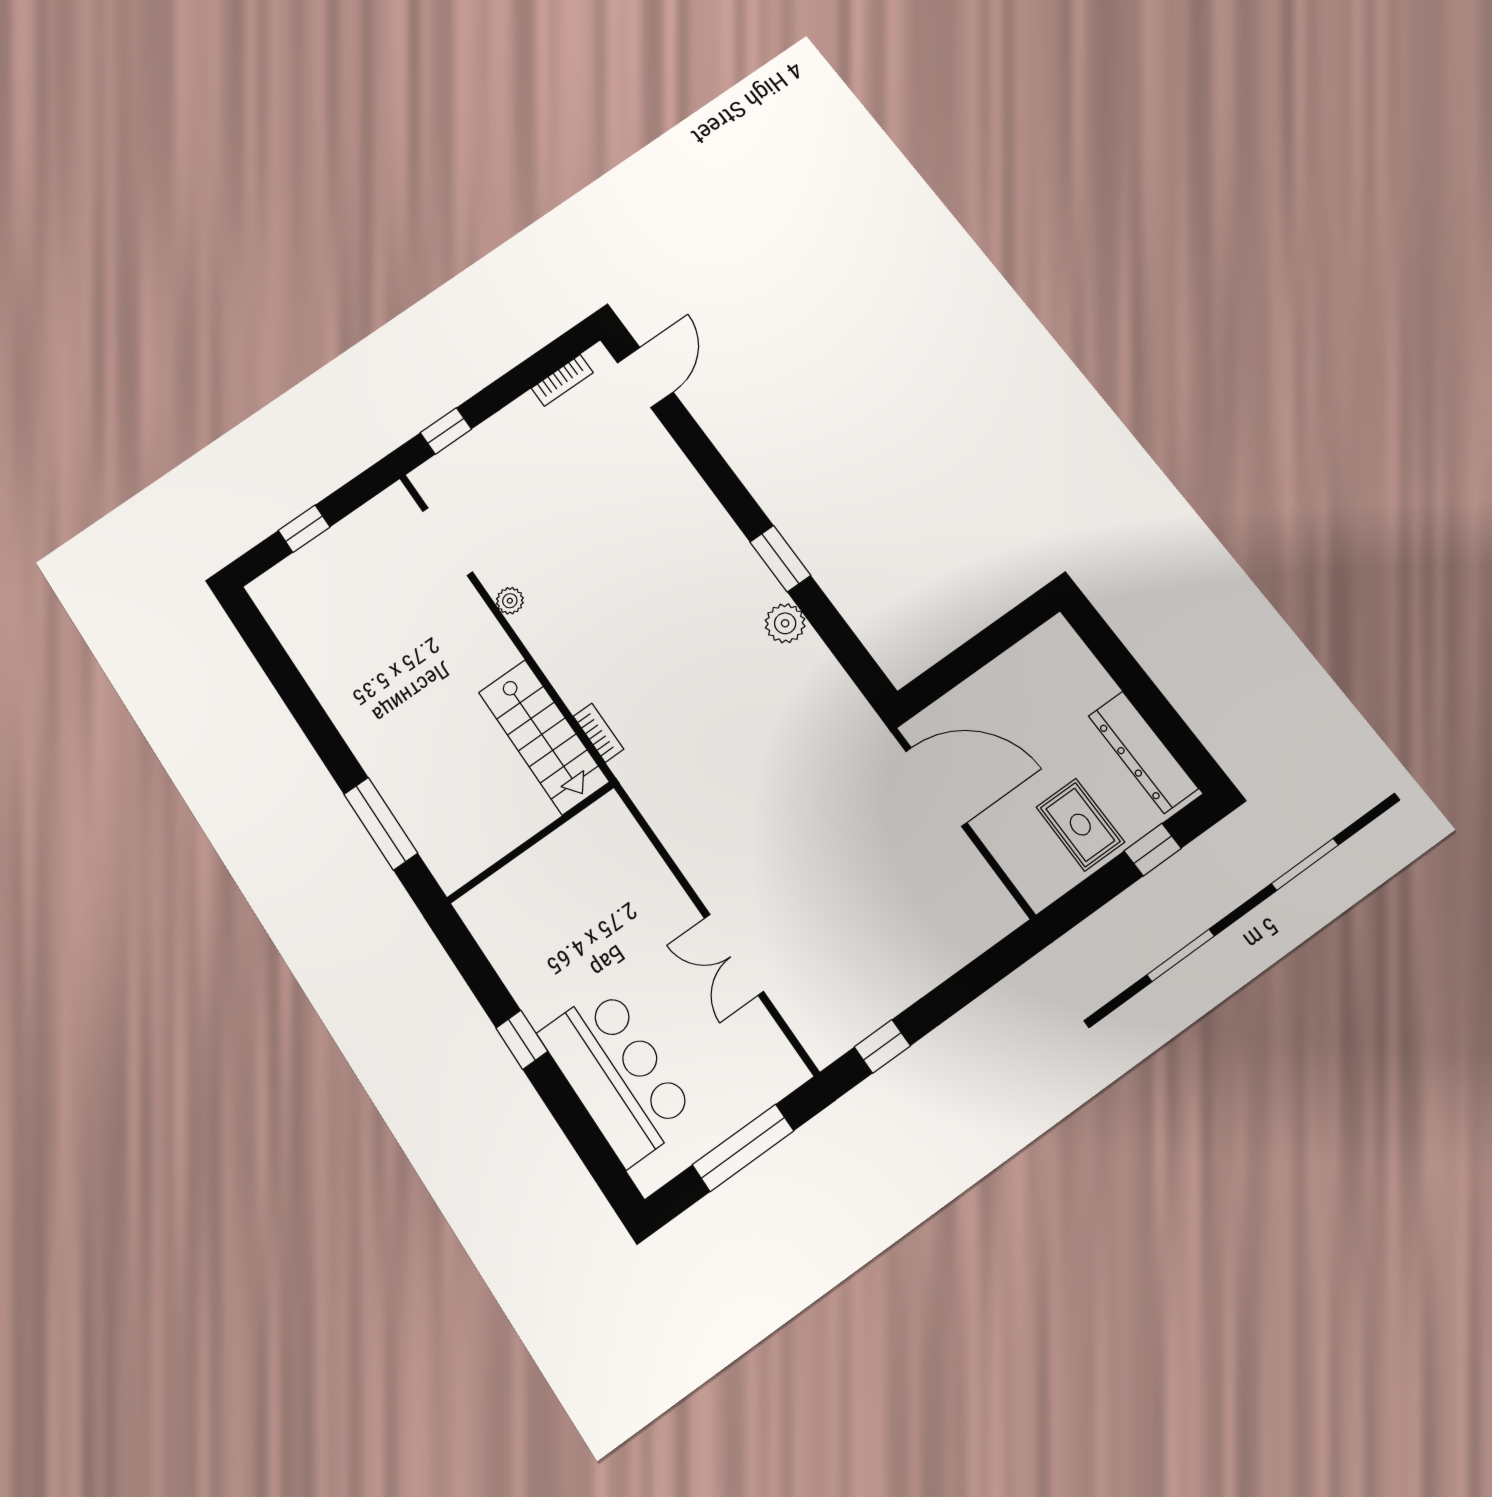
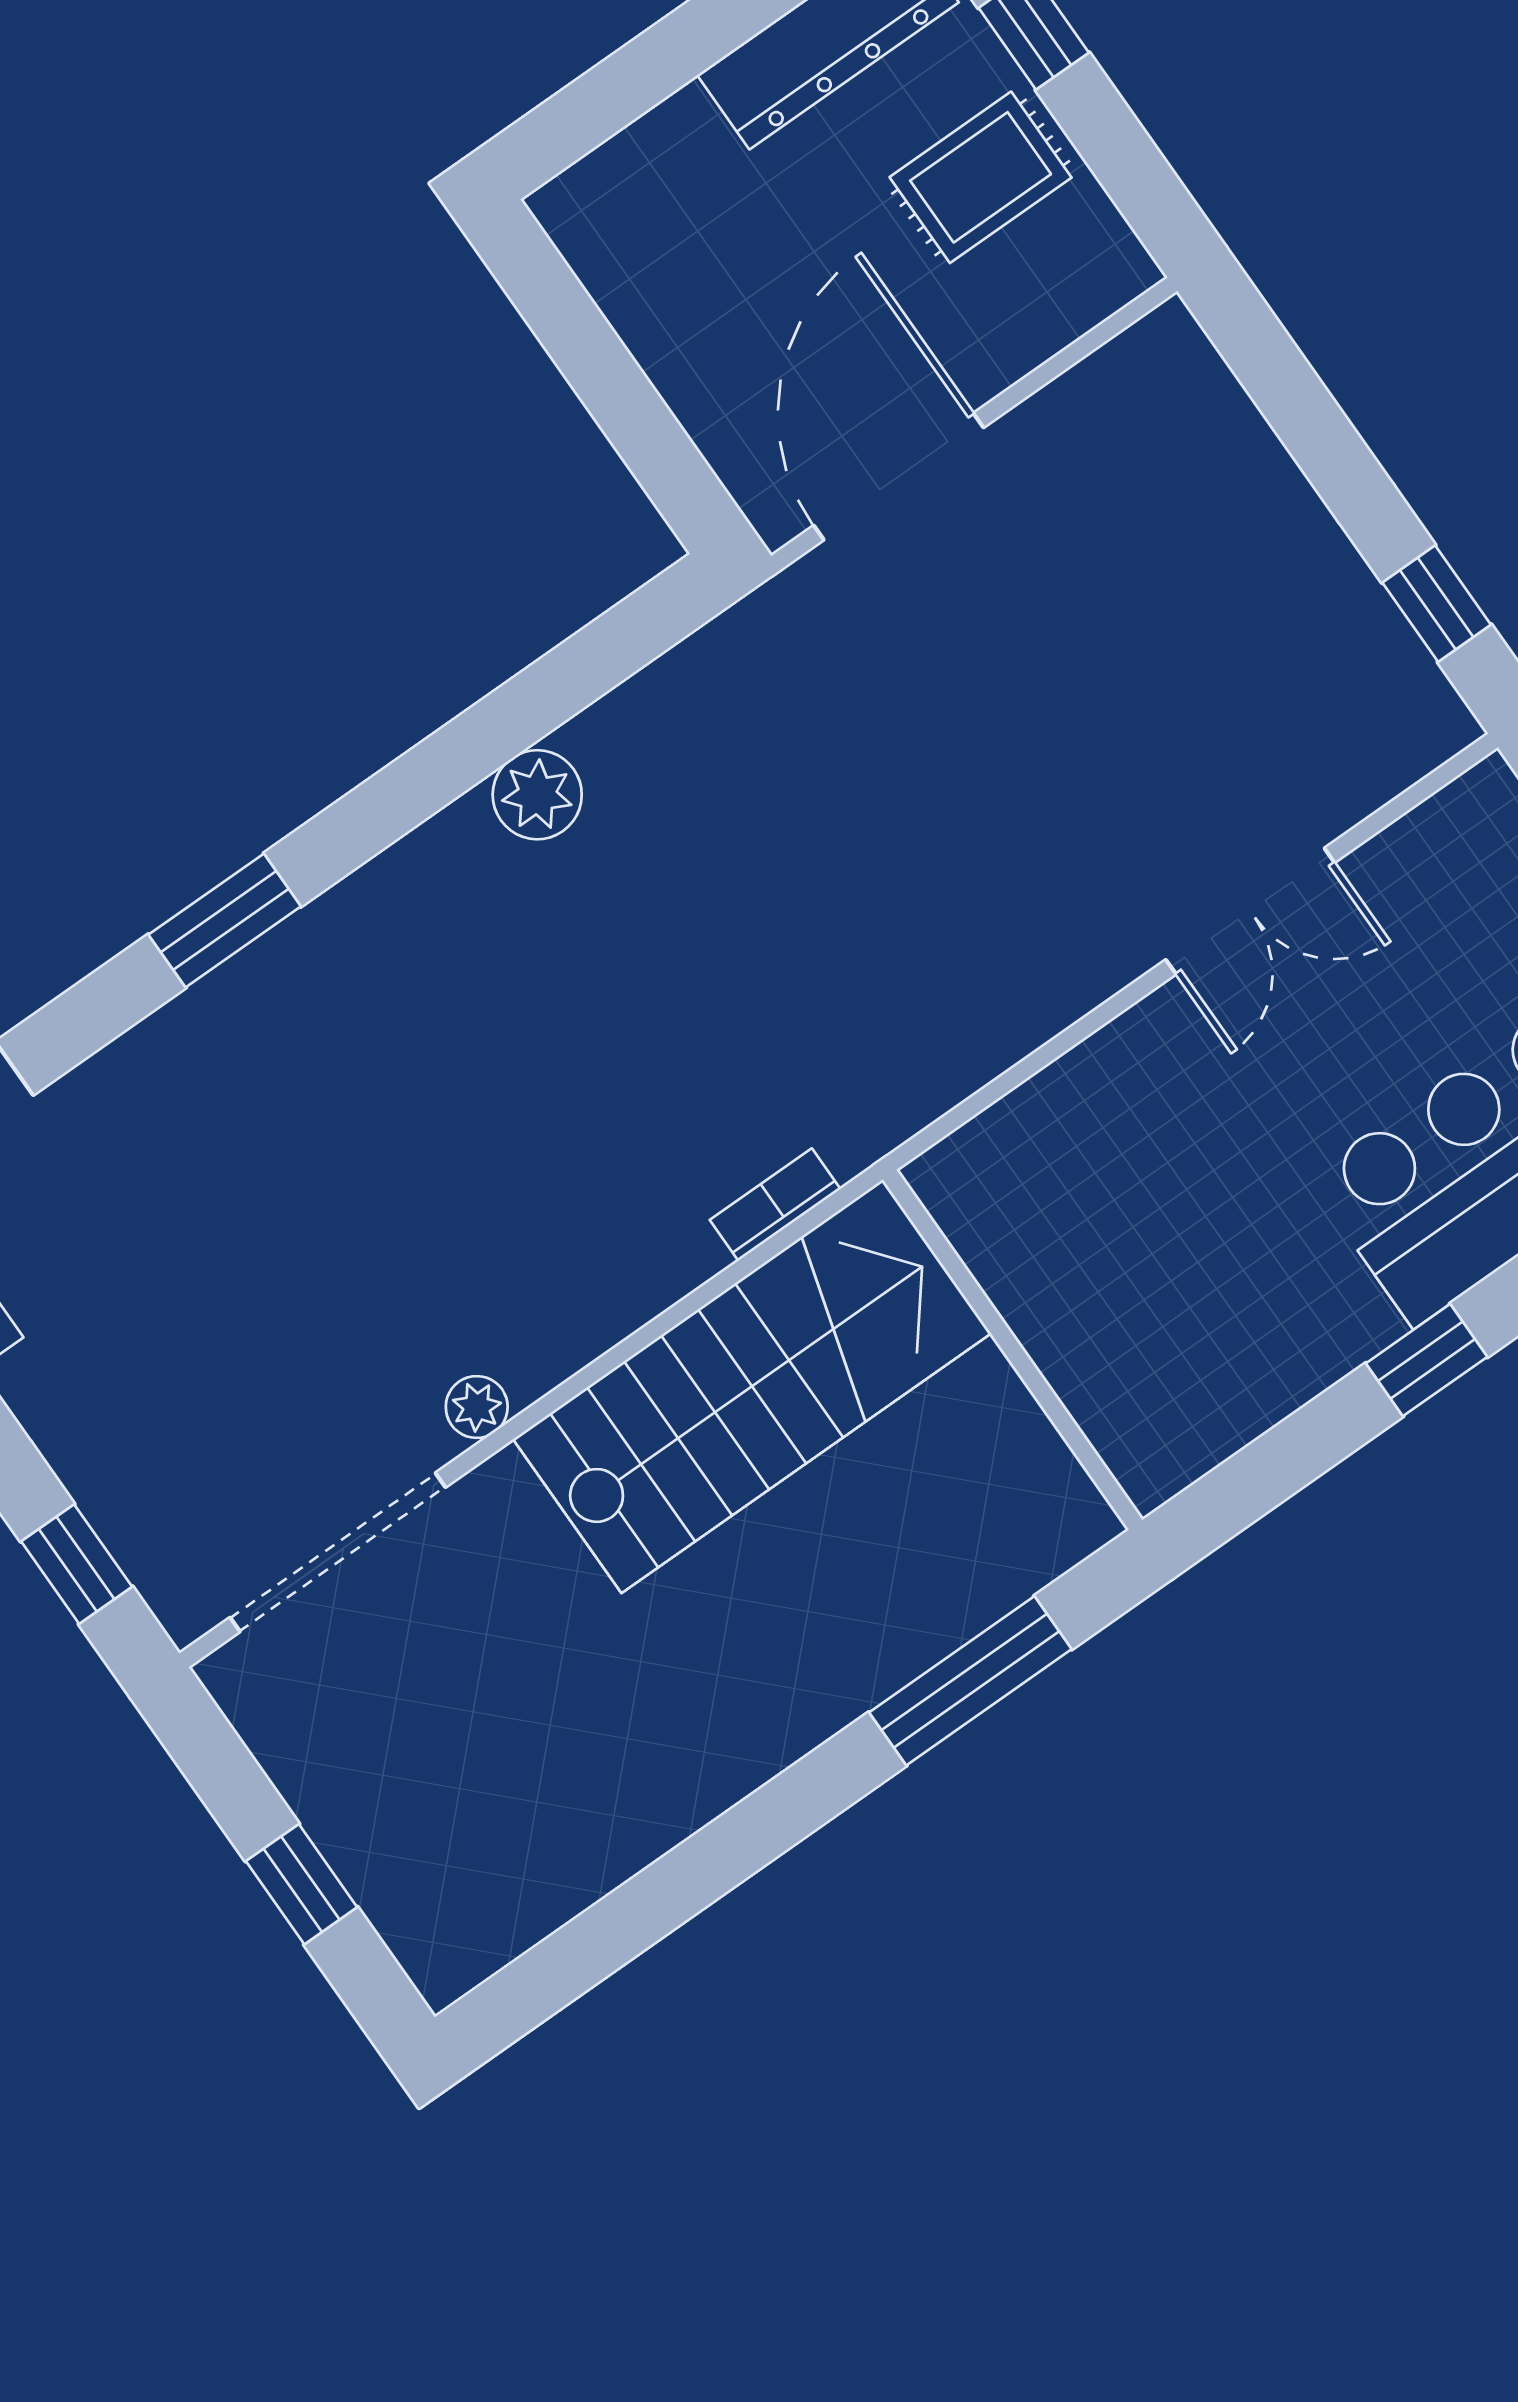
doorway: (447, 542) -> (338, 1552), width x1.36
window: (780, 559) -> (225, 920), moved
stairs: (543, 737) -> (752, 1386), width x1.36, depth x1.51

